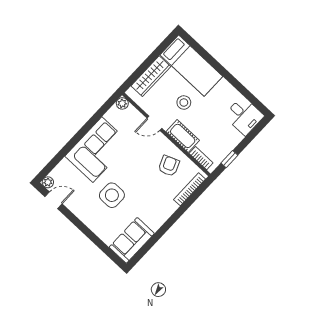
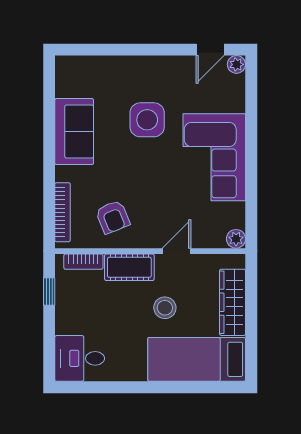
sofa: (132, 240) -> (74, 132), moved

